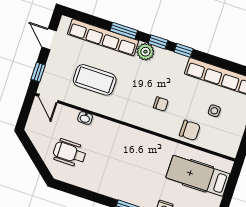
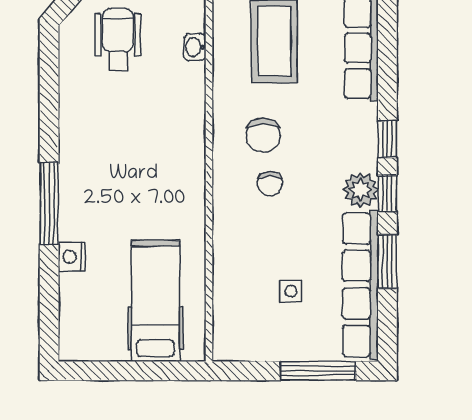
window: (124, 31) -> (387, 261), moved
plant: (145, 52) -> (361, 190), moved
chair: (190, 130) -> (263, 135), moved

